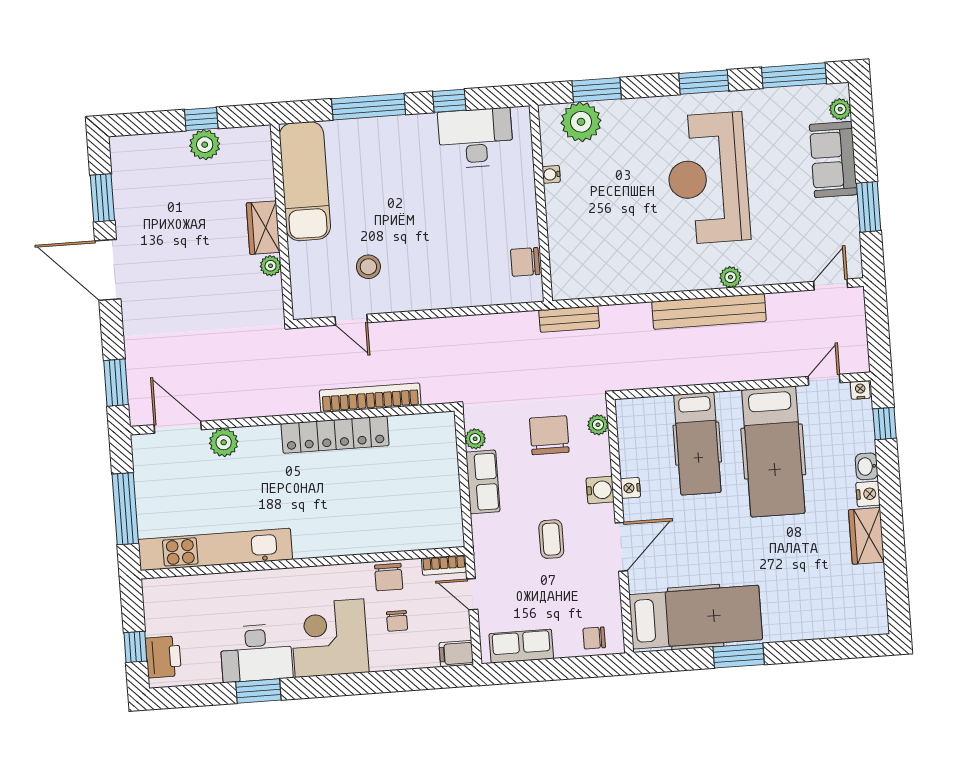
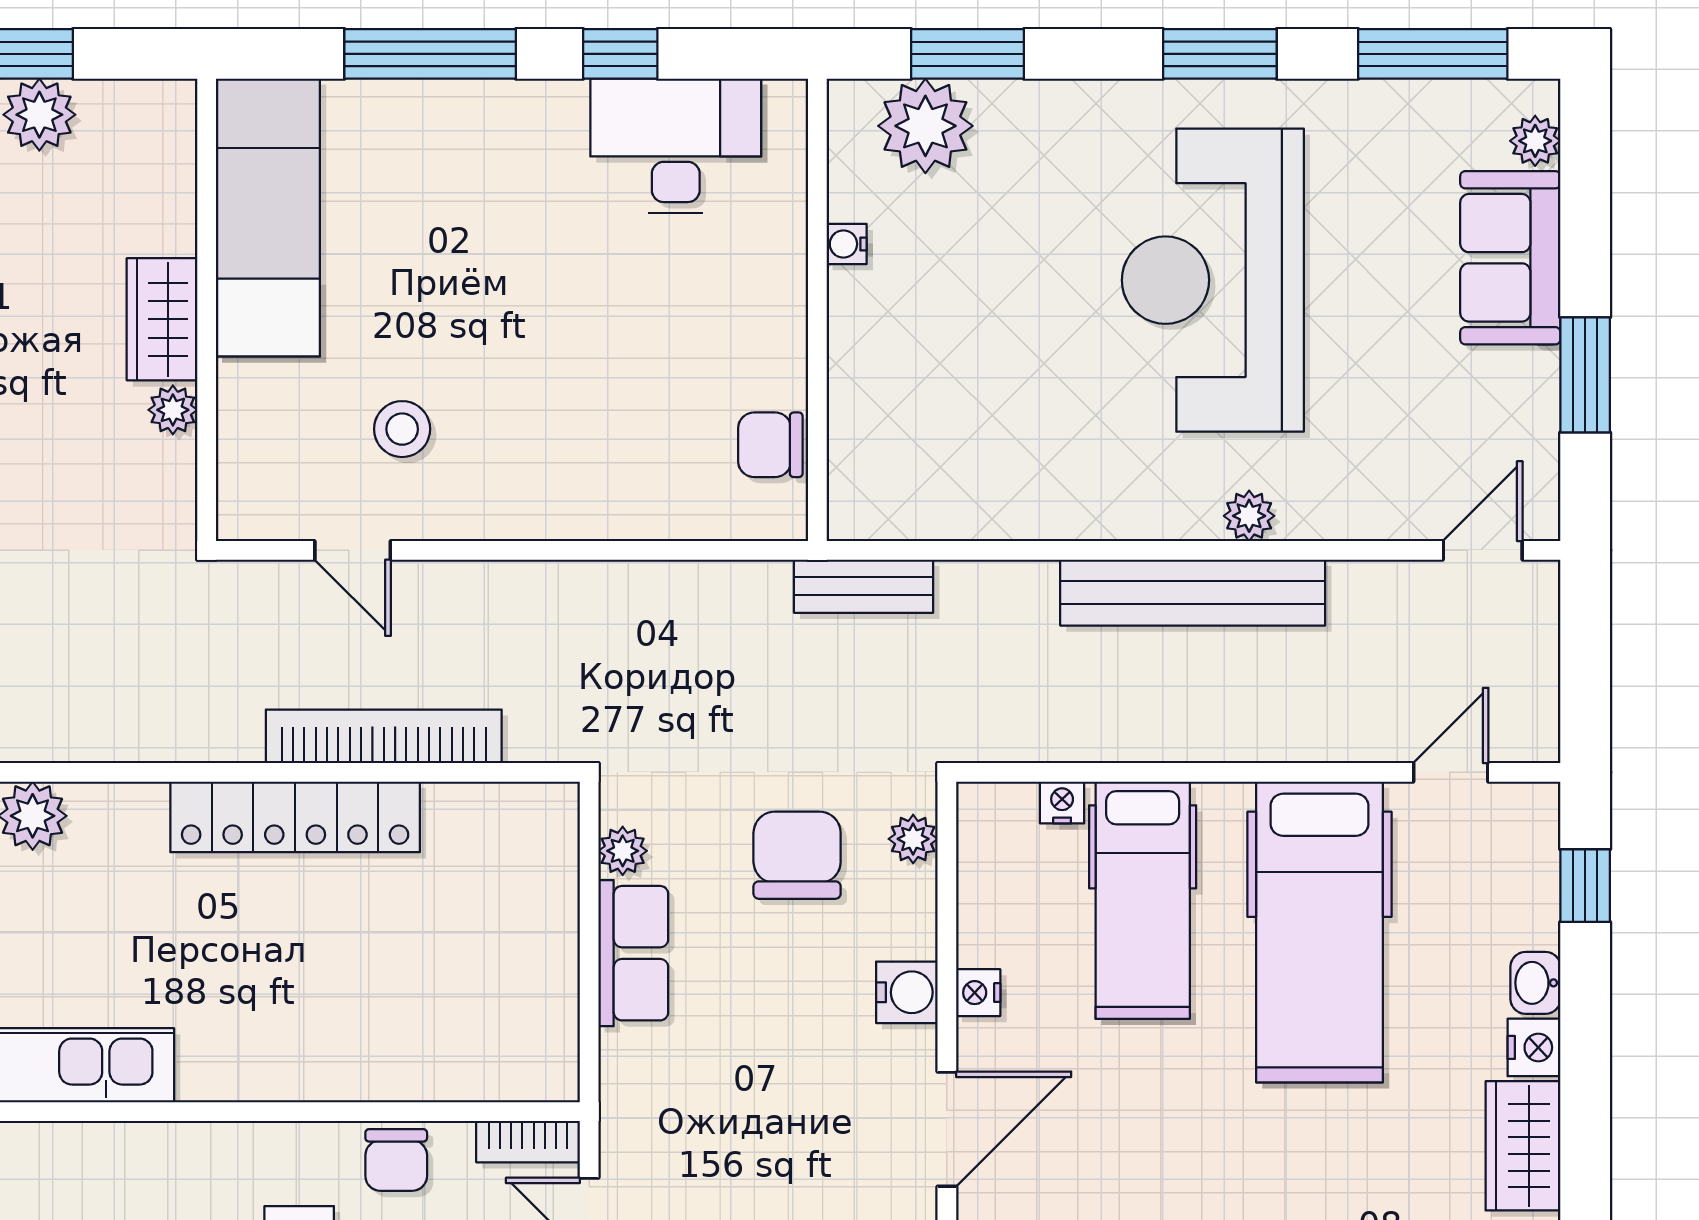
nightstand: (860, 390) -> (1062, 803), moved
coffee table: (551, 539) -> (784, 1099), removed

